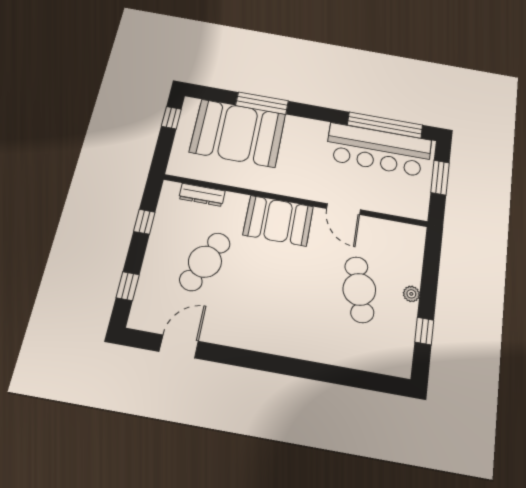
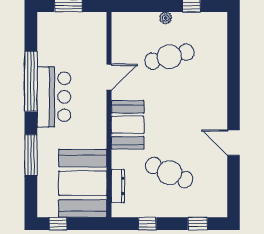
window: (385, 125) -> (31, 81), moved
booth: (238, 133) -> (83, 183), moved
bar counter: (379, 150) -> (54, 97), moved, width x0.73
door: (179, 346) -> (234, 143), moved

